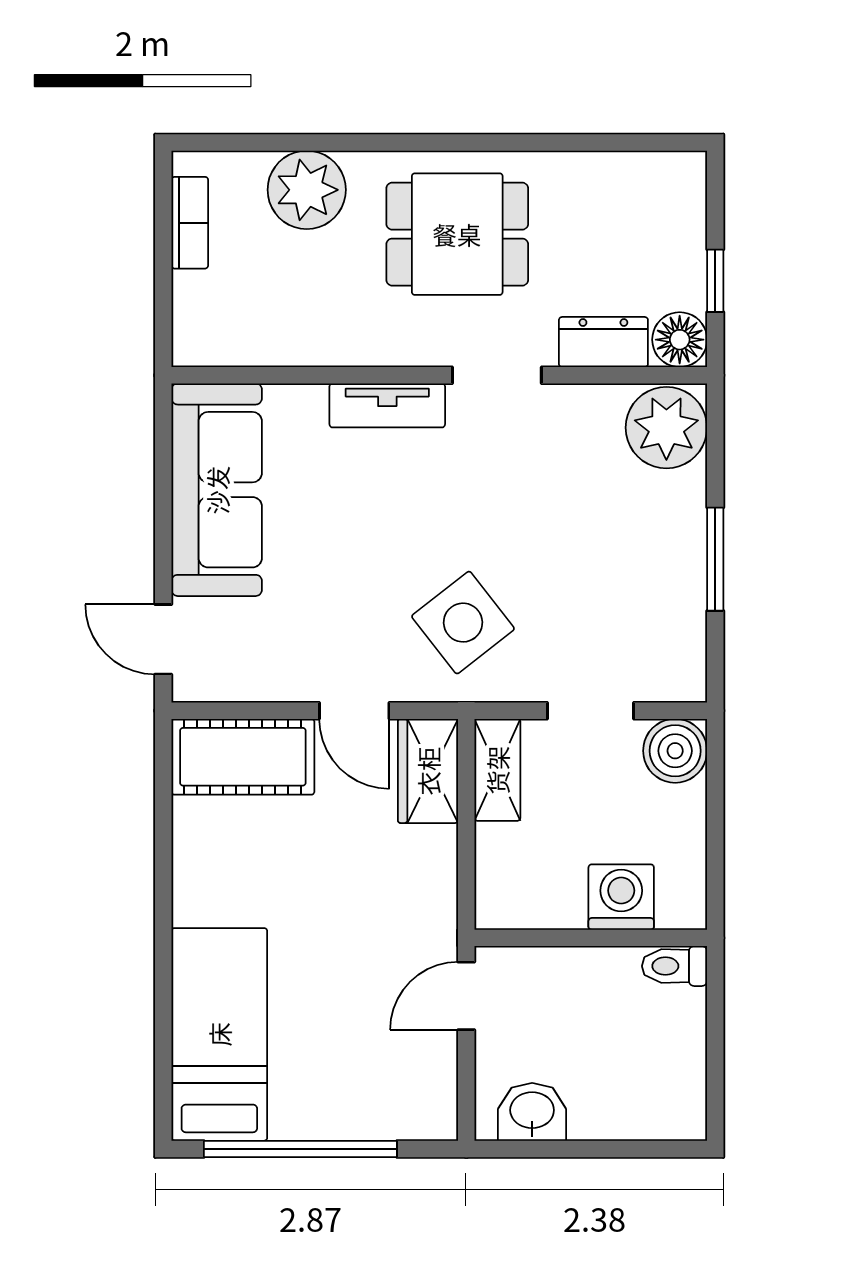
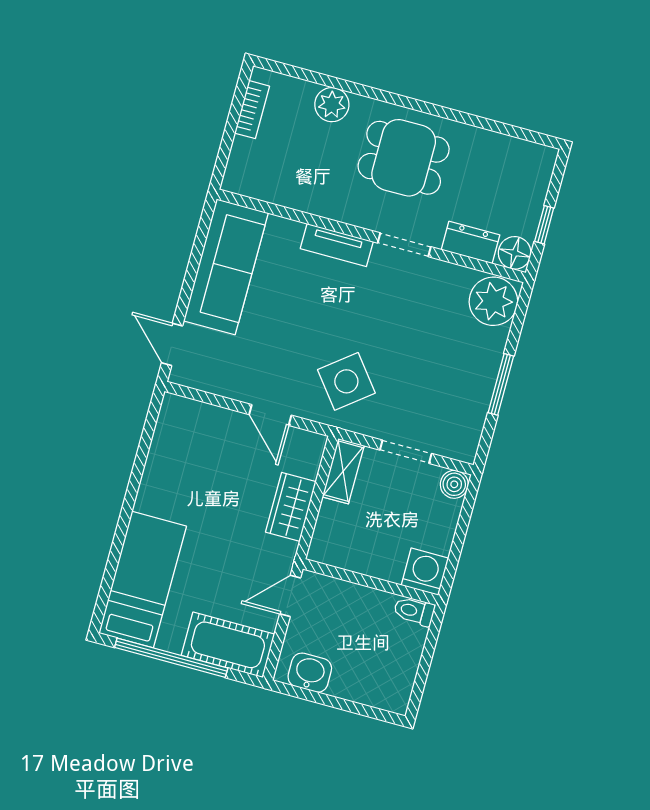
plant: (307, 190) -> (332, 105), width x0.73, depth x0.73
boiler: (675, 751) -> (454, 484), width x0.73, depth x0.73
cot: (243, 757) -> (228, 645), moved
wardrobe: (428, 771) -> (291, 507), moved
washing machine: (621, 897) -> (425, 572), moved

